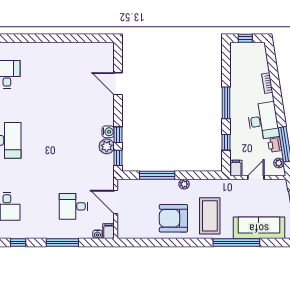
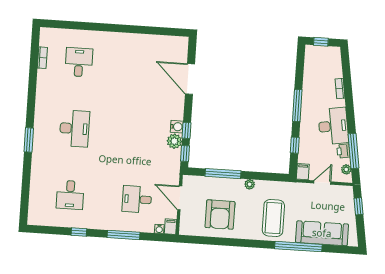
door: (118, 84) -> (190, 79), width x1.36
armchair: (173, 218) -> (220, 215), moved, turned -90

